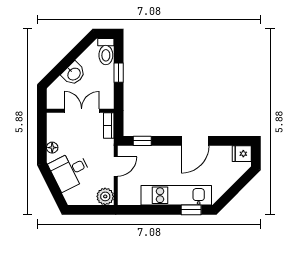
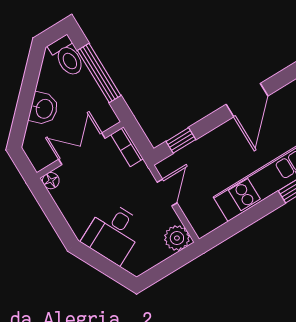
window: (119, 73) -> (99, 73), width x2.17
floor lamp: (52, 148) -> (51, 181), moved

